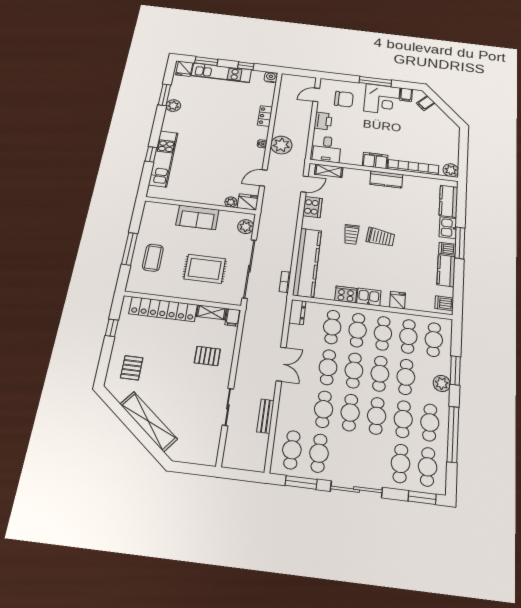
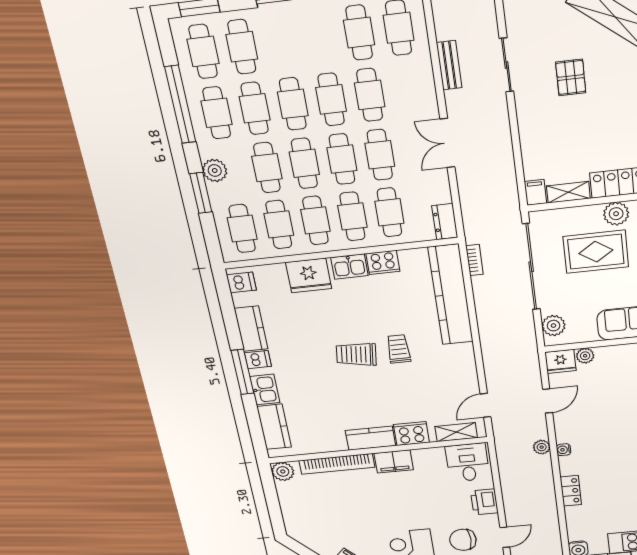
plant: (281, 145) -> (542, 447), width x0.53, depth x0.53
cooker: (312, 207) -> (411, 434), moved, turned 90
plant: (185, 291) -> (616, 214), added
fridge: (397, 300) -> (309, 275), width x1.88, depth x1.34
pallet: (207, 356) -> (571, 77), moved, turned 90

